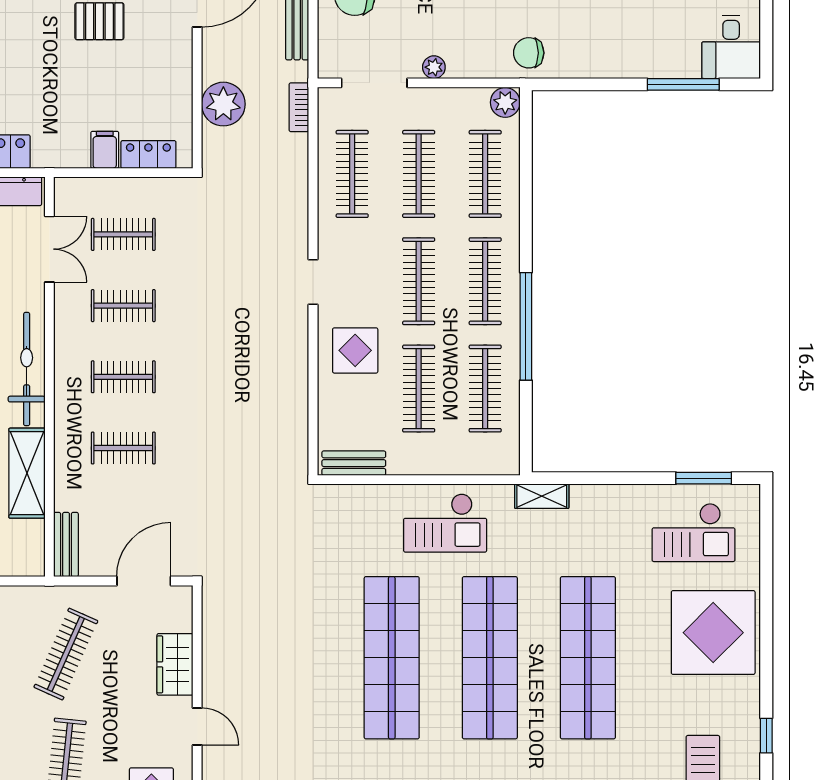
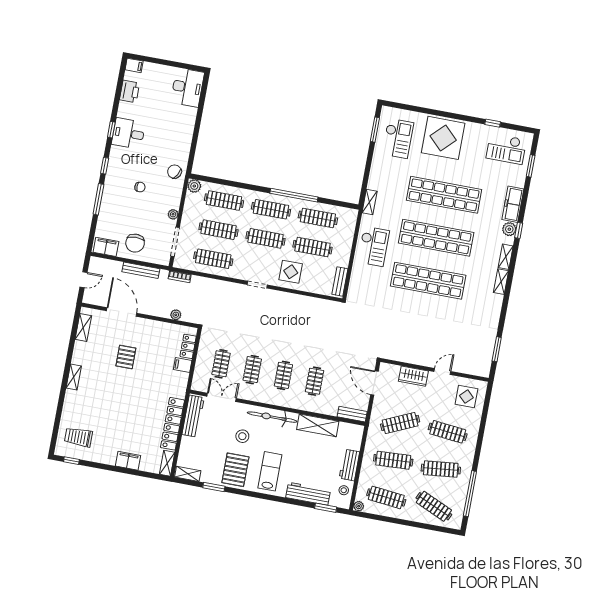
desk: (731, 47) -> (187, 87), width x1.37
chair: (529, 53) -> (175, 172), turned 120
window: (683, 84) -> (201, 107), removed
plant: (223, 104) -> (176, 315), width x0.53, depth x0.53
clothes rail: (66, 654) -> (400, 423), turned -48

